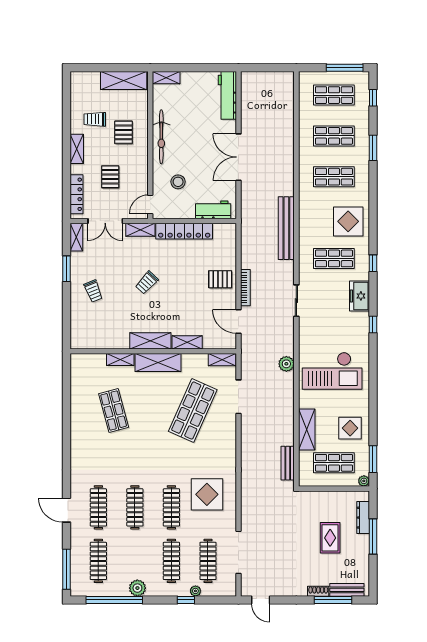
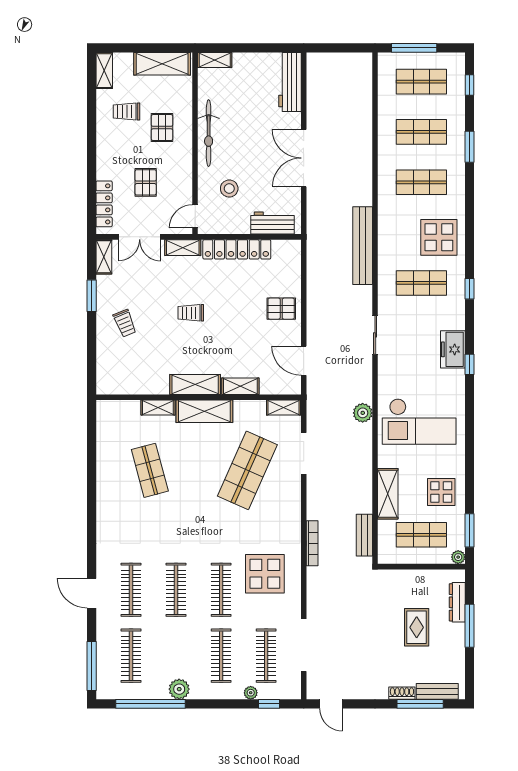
window: (345, 68) -> (414, 48), moved
shelving: (77, 149) -> (104, 71), moved
trolley: (147, 283) -> (191, 313), turned 47
bookcase: (245, 288) -> (312, 543), moved
freezer: (360, 296) -> (453, 349), moved
window: (186, 600) -> (269, 704), moved

